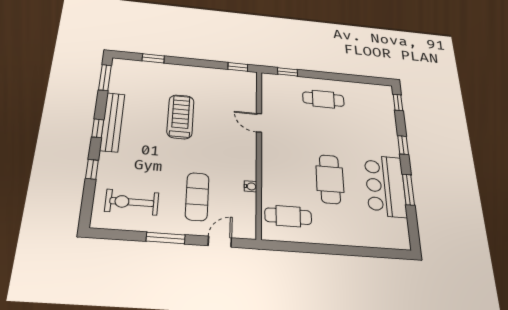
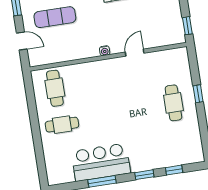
window: (288, 72) -> (198, 94), moved
window: (398, 102) -> (174, 170), moved
cafe table: (330, 179) -> (62, 125), moved, width x0.73, depth x0.74
water cooler: (250, 186) -> (105, 51), moved

